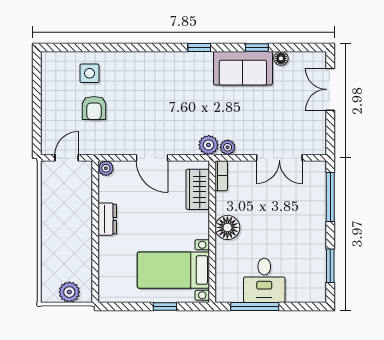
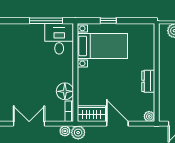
wardrobe: (198, 189) -> (91, 114), moved, turned -90
floor lamp: (227, 227) -> (65, 91), moved
desk: (264, 280) -> (59, 39), moved

